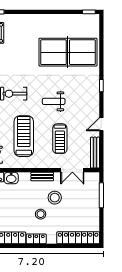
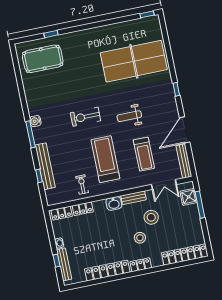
door: (101, 124) -> (185, 130), width x1.88
washbasin: (11, 178) -> (114, 203), moved
shower: (93, 186) -> (189, 197), added

